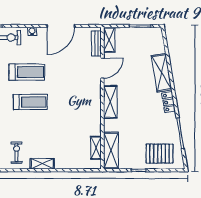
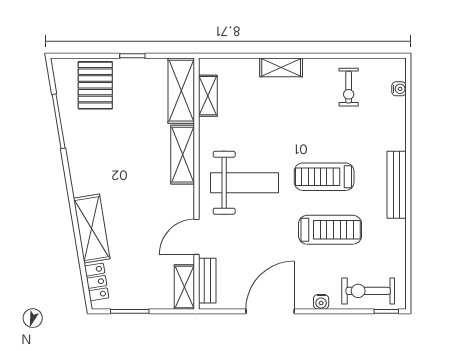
treadmill: (27, 72) -> (330, 230), turned 180
weight bench: (75, 99) -> (245, 183), added
shelving: (110, 102) -> (183, 155), moved
locker: (168, 102) -> (97, 282), moved
pallet: (160, 154) -> (95, 85), turned 90
shelving: (42, 164) -> (281, 67), moved

